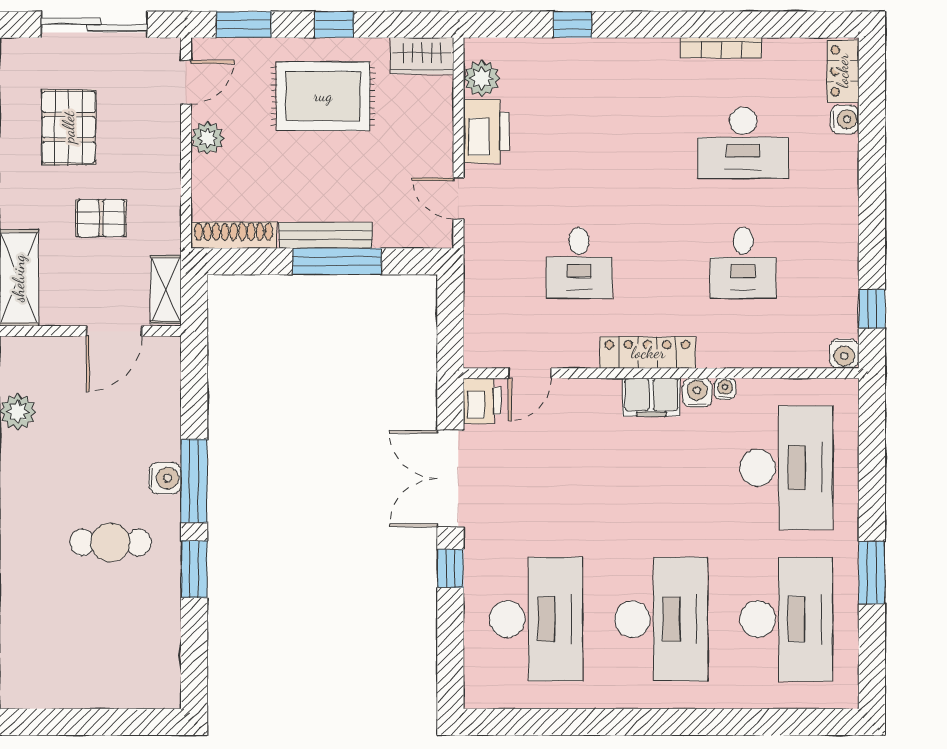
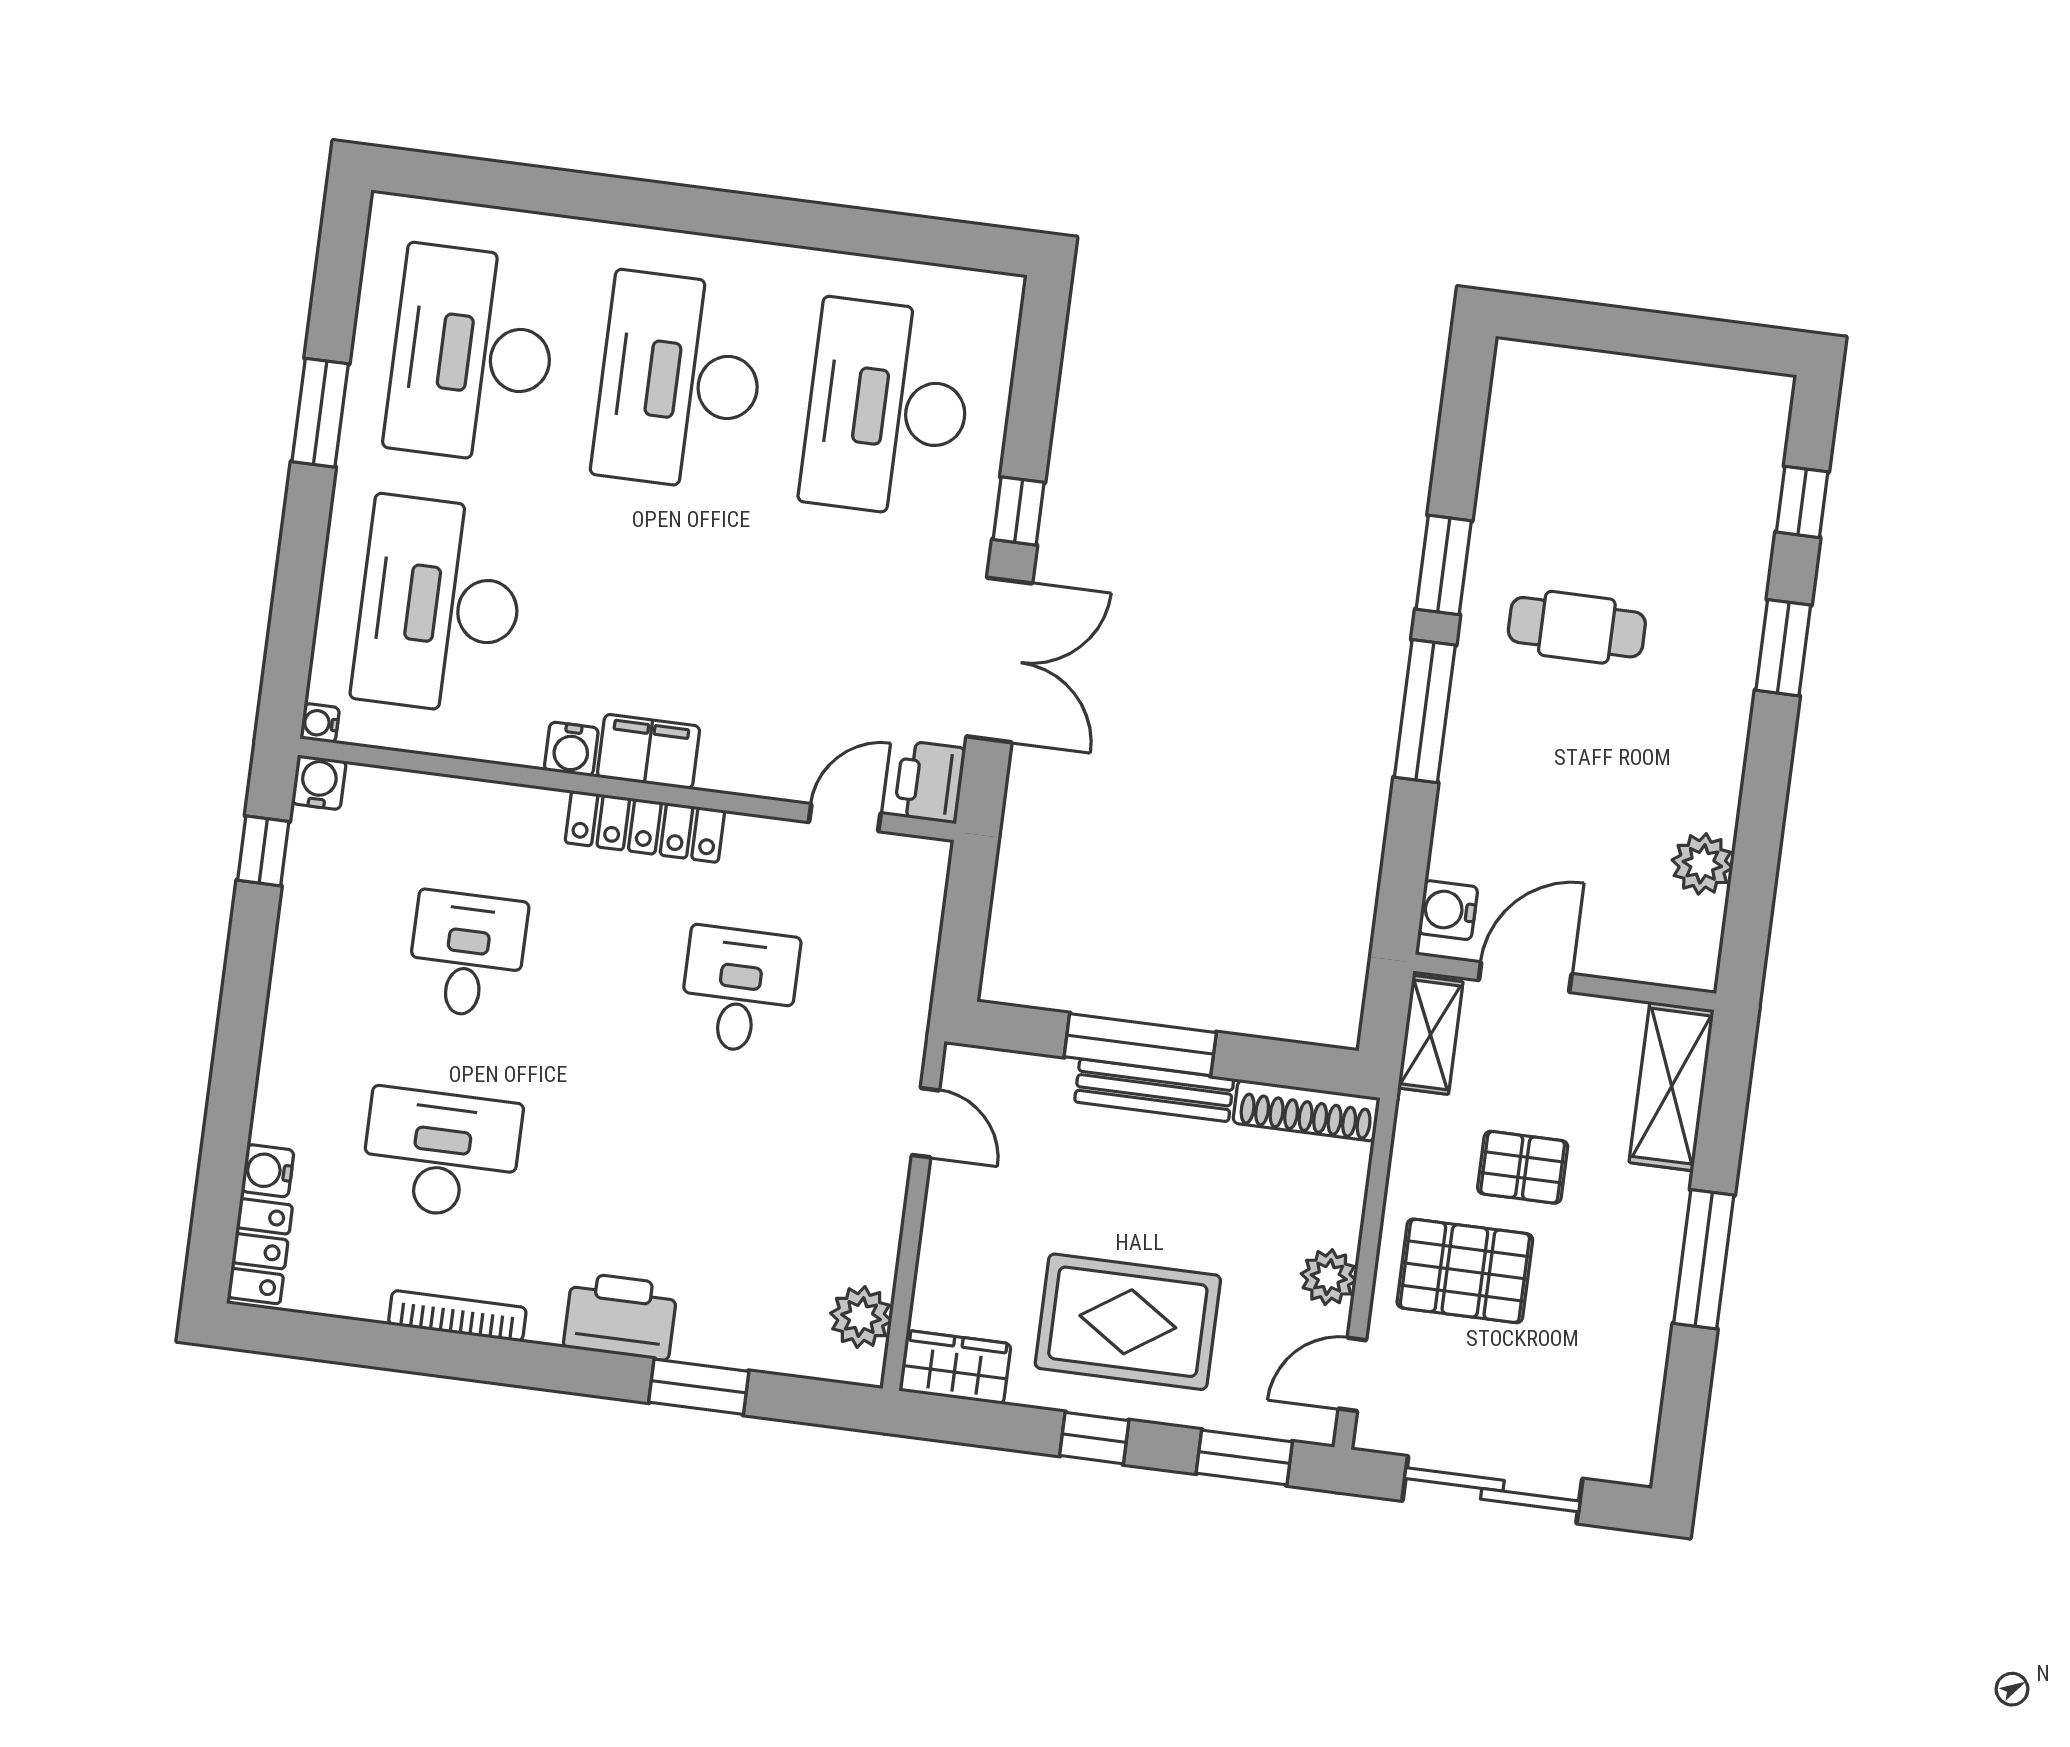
window: (572, 25) -> (699, 1387), width x1.50
pallet: (69, 127) -> (1465, 1271), moved, turned 90
printer: (486, 131) -> (620, 1316), moved, turned 90
water cooler: (725, 389) -> (320, 723), moved, turned 90
water cooler: (165, 478) -> (1448, 910), moved

